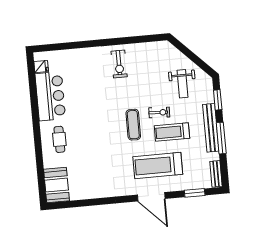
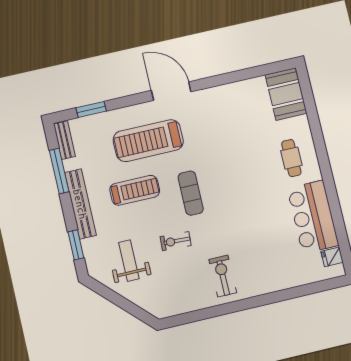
exercise bike: (159, 112) -> (176, 241), moved
window: (221, 138) -> (59, 171), moved
treadmill: (158, 165) -> (148, 141), turned 180
door: (151, 197) -> (171, 91), moved

